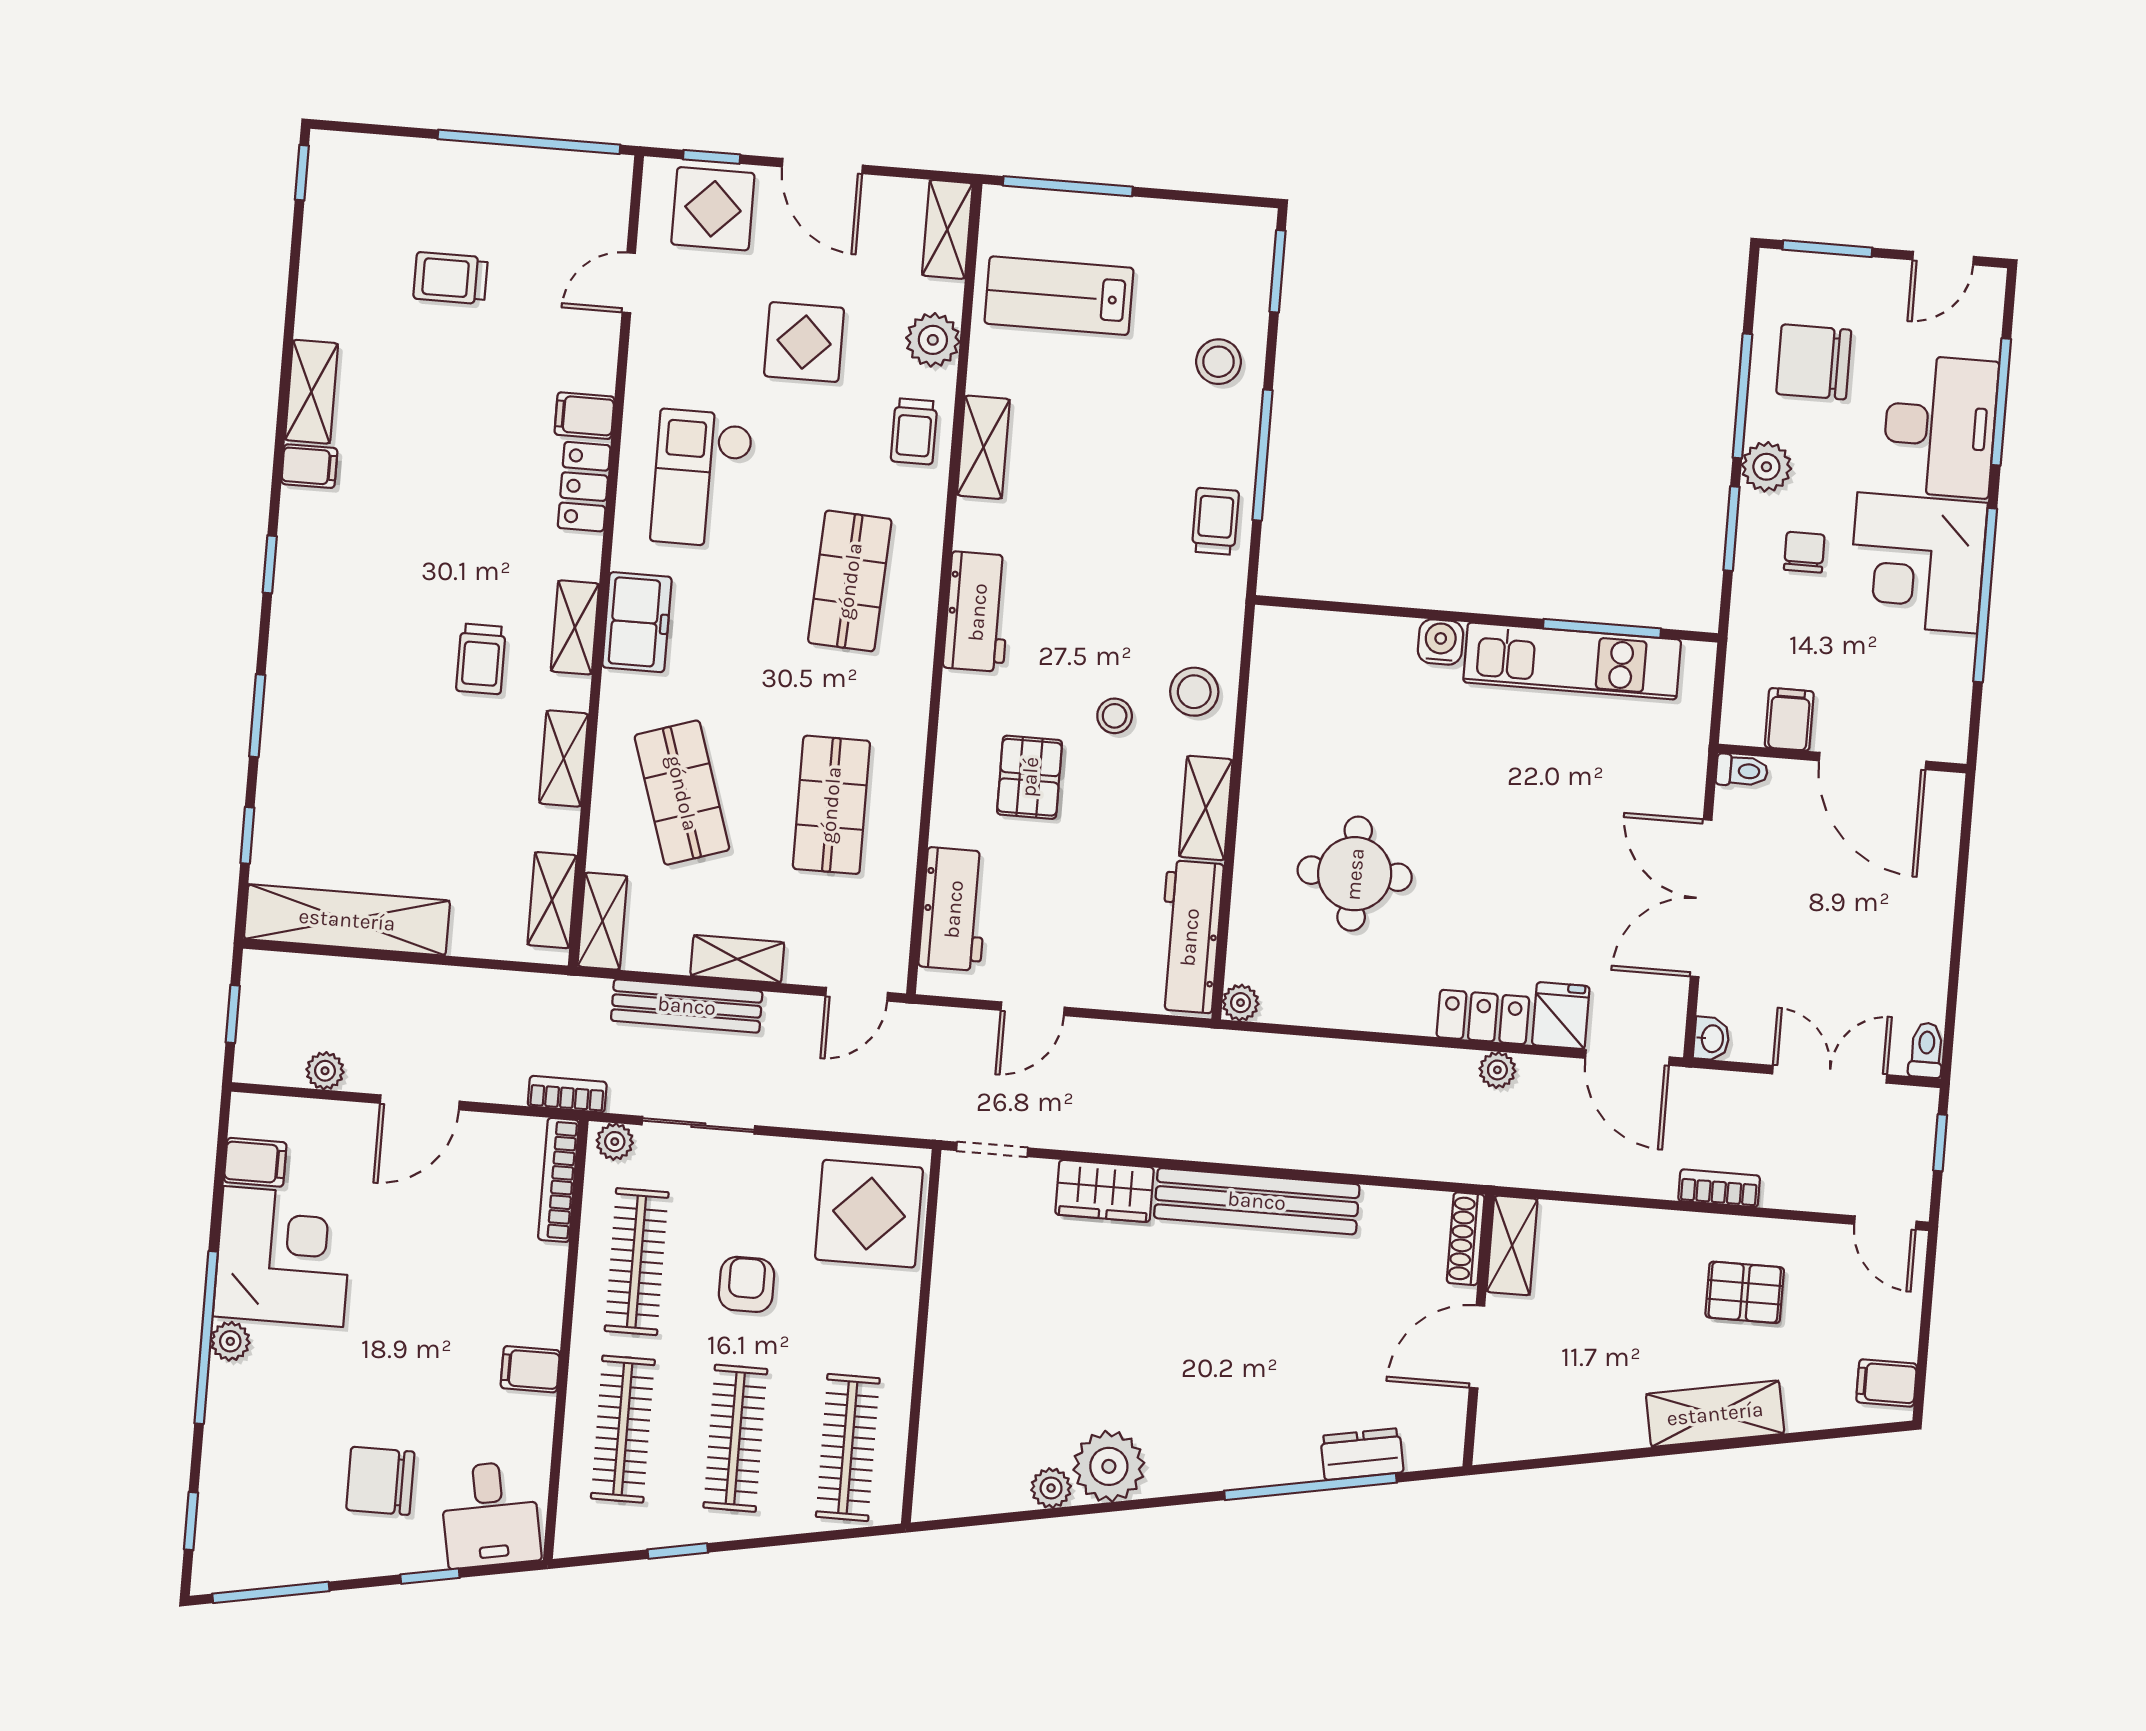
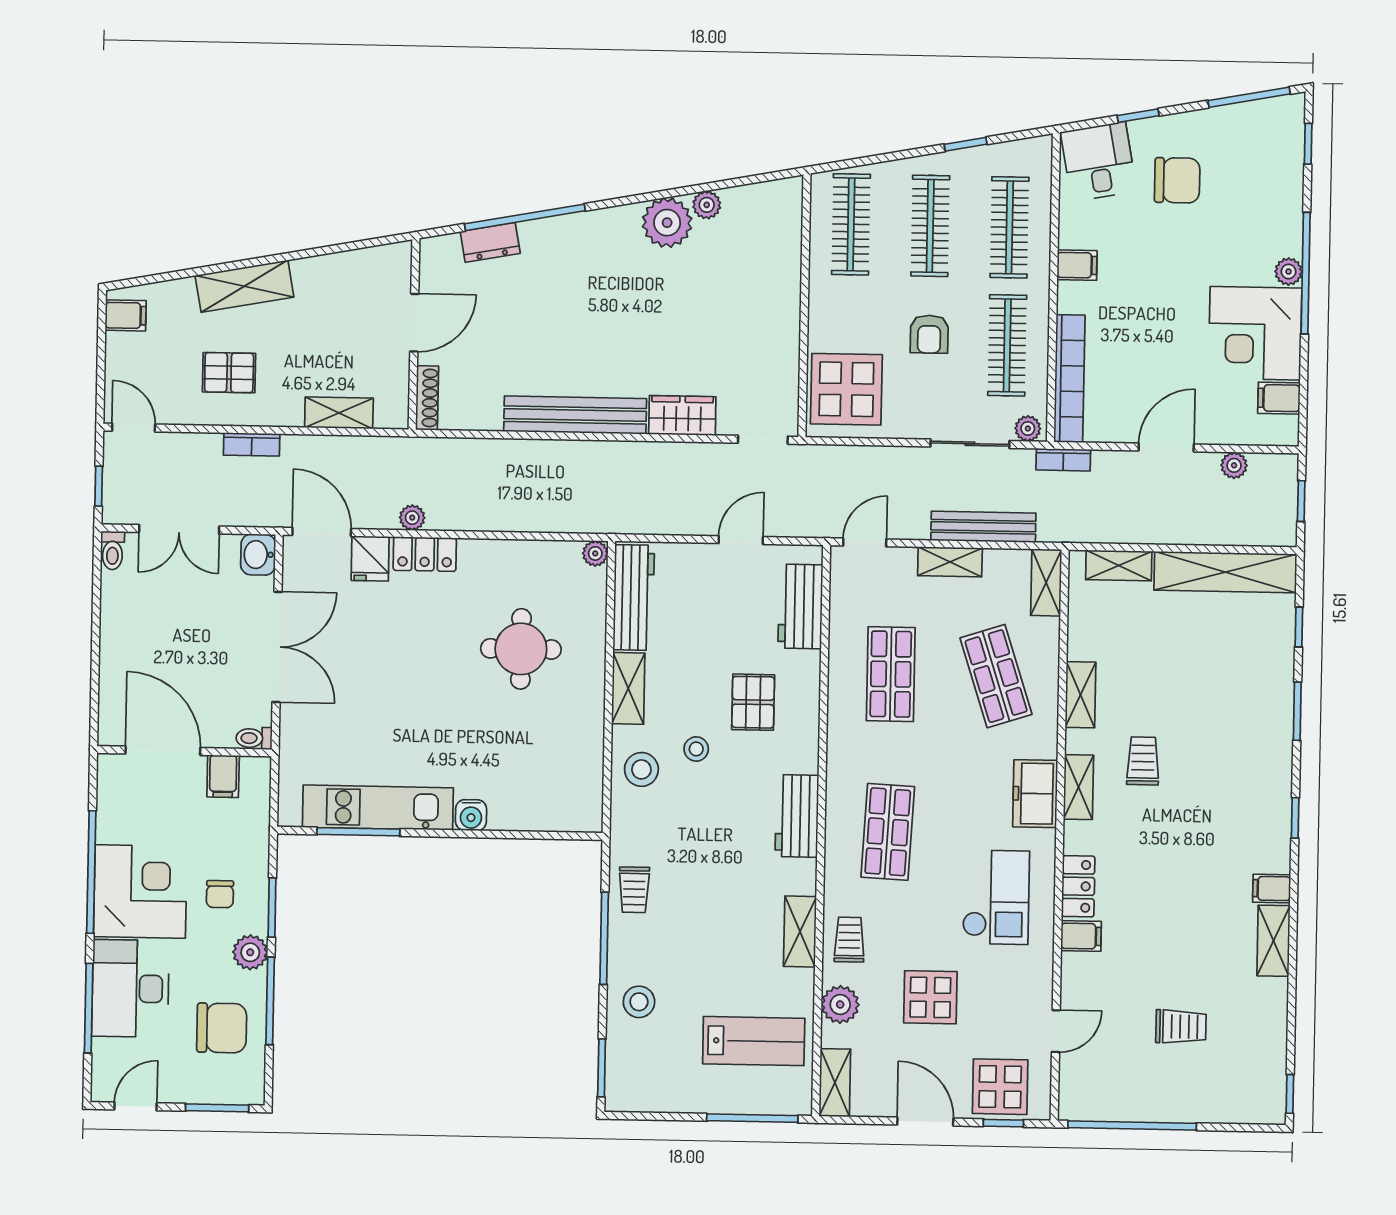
shelving: (552, 900) -> (1119, 565), moved, turned 90
washbasin: (1711, 1039) -> (258, 555), width x1.38, depth x1.45
bookcase: (558, 1180) -> (1069, 379), width x1.48, depth x1.31
shelving: (1512, 1245) -> (339, 413), moved, turned 90

